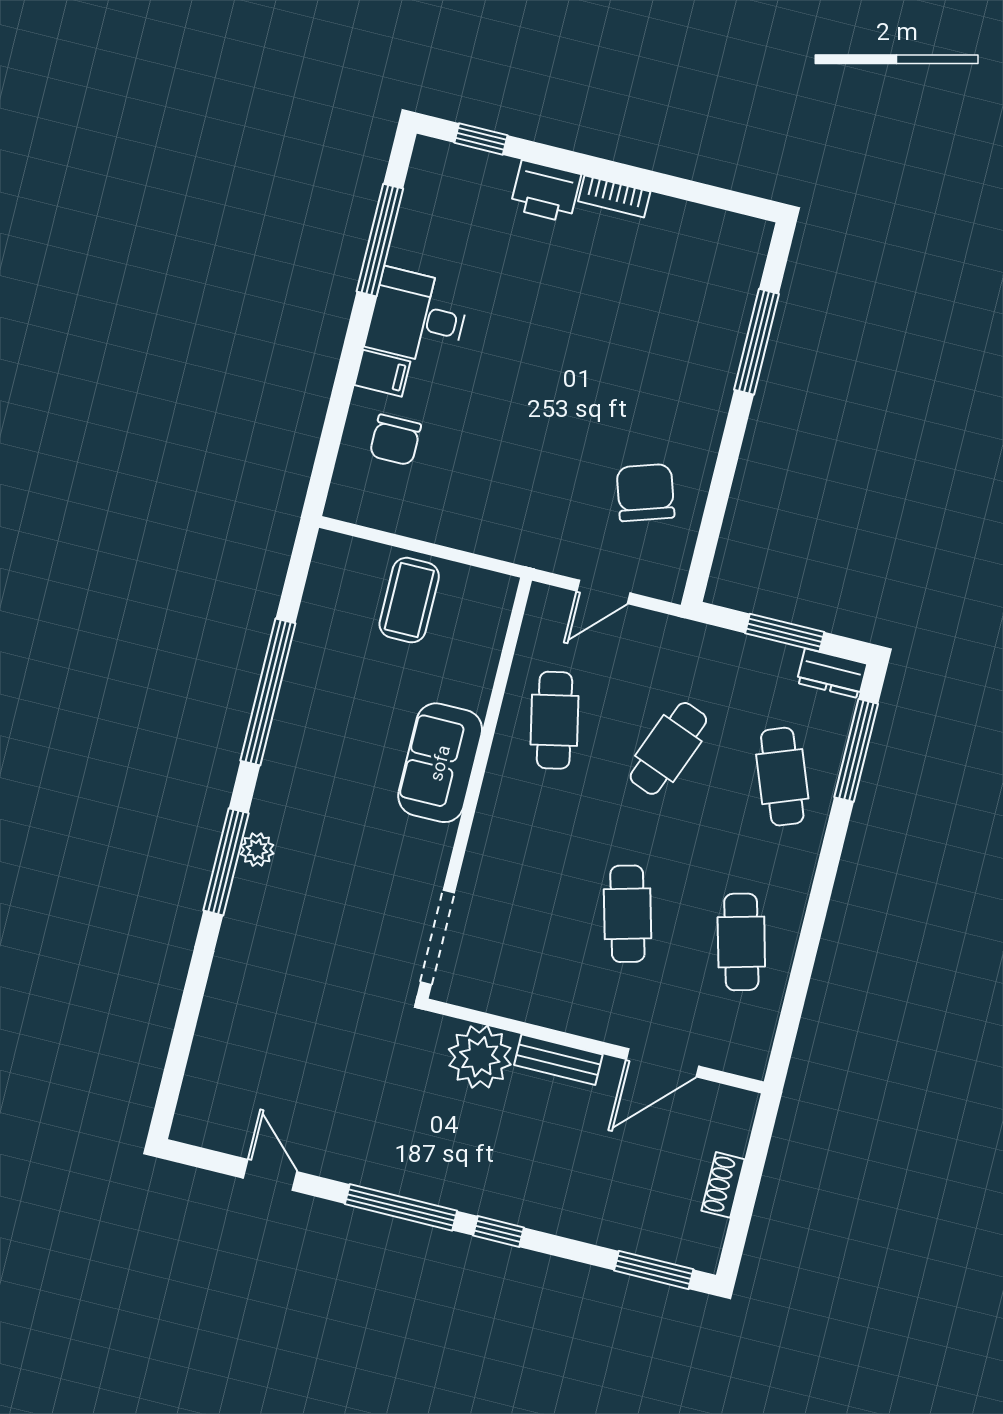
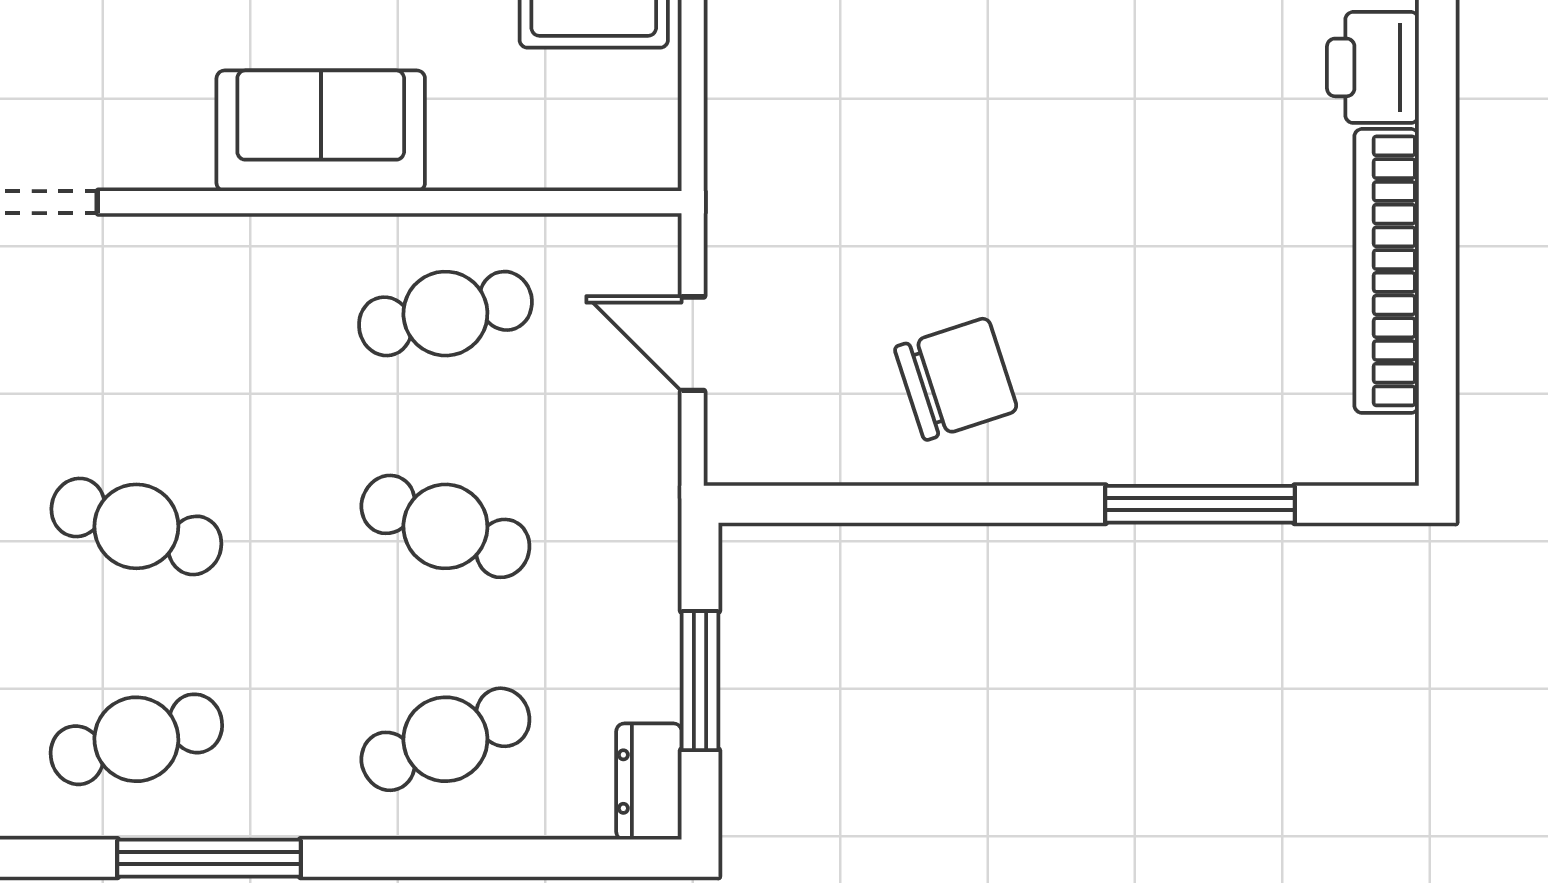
bookcase: (614, 196) -> (1387, 271), width x2.31, depth x1.31
chair: (645, 493) -> (956, 379), moved
window: (856, 750) -> (209, 858), moved
cafe table: (627, 914) -> (136, 526), turned 33

